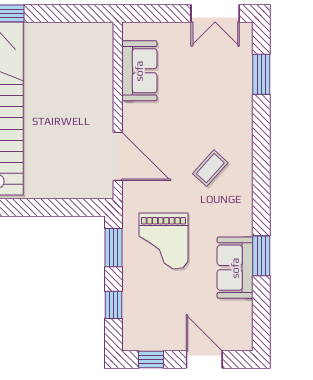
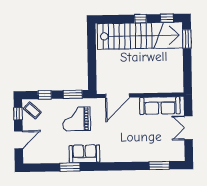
double door: (215, 13) -> (188, 128), moved
sofa: (139, 71) -> (160, 106), width x1.36
coffee table: (210, 168) -> (32, 110), moved
sofa: (235, 268) -> (85, 154), moved

